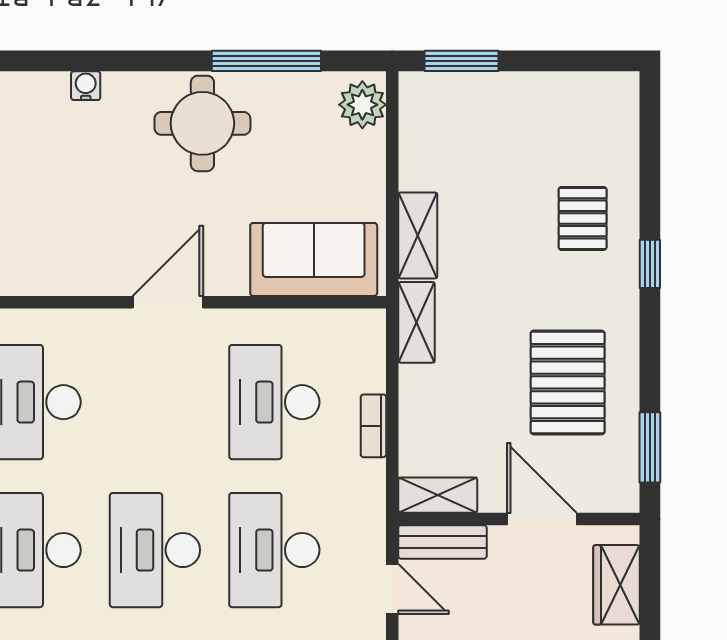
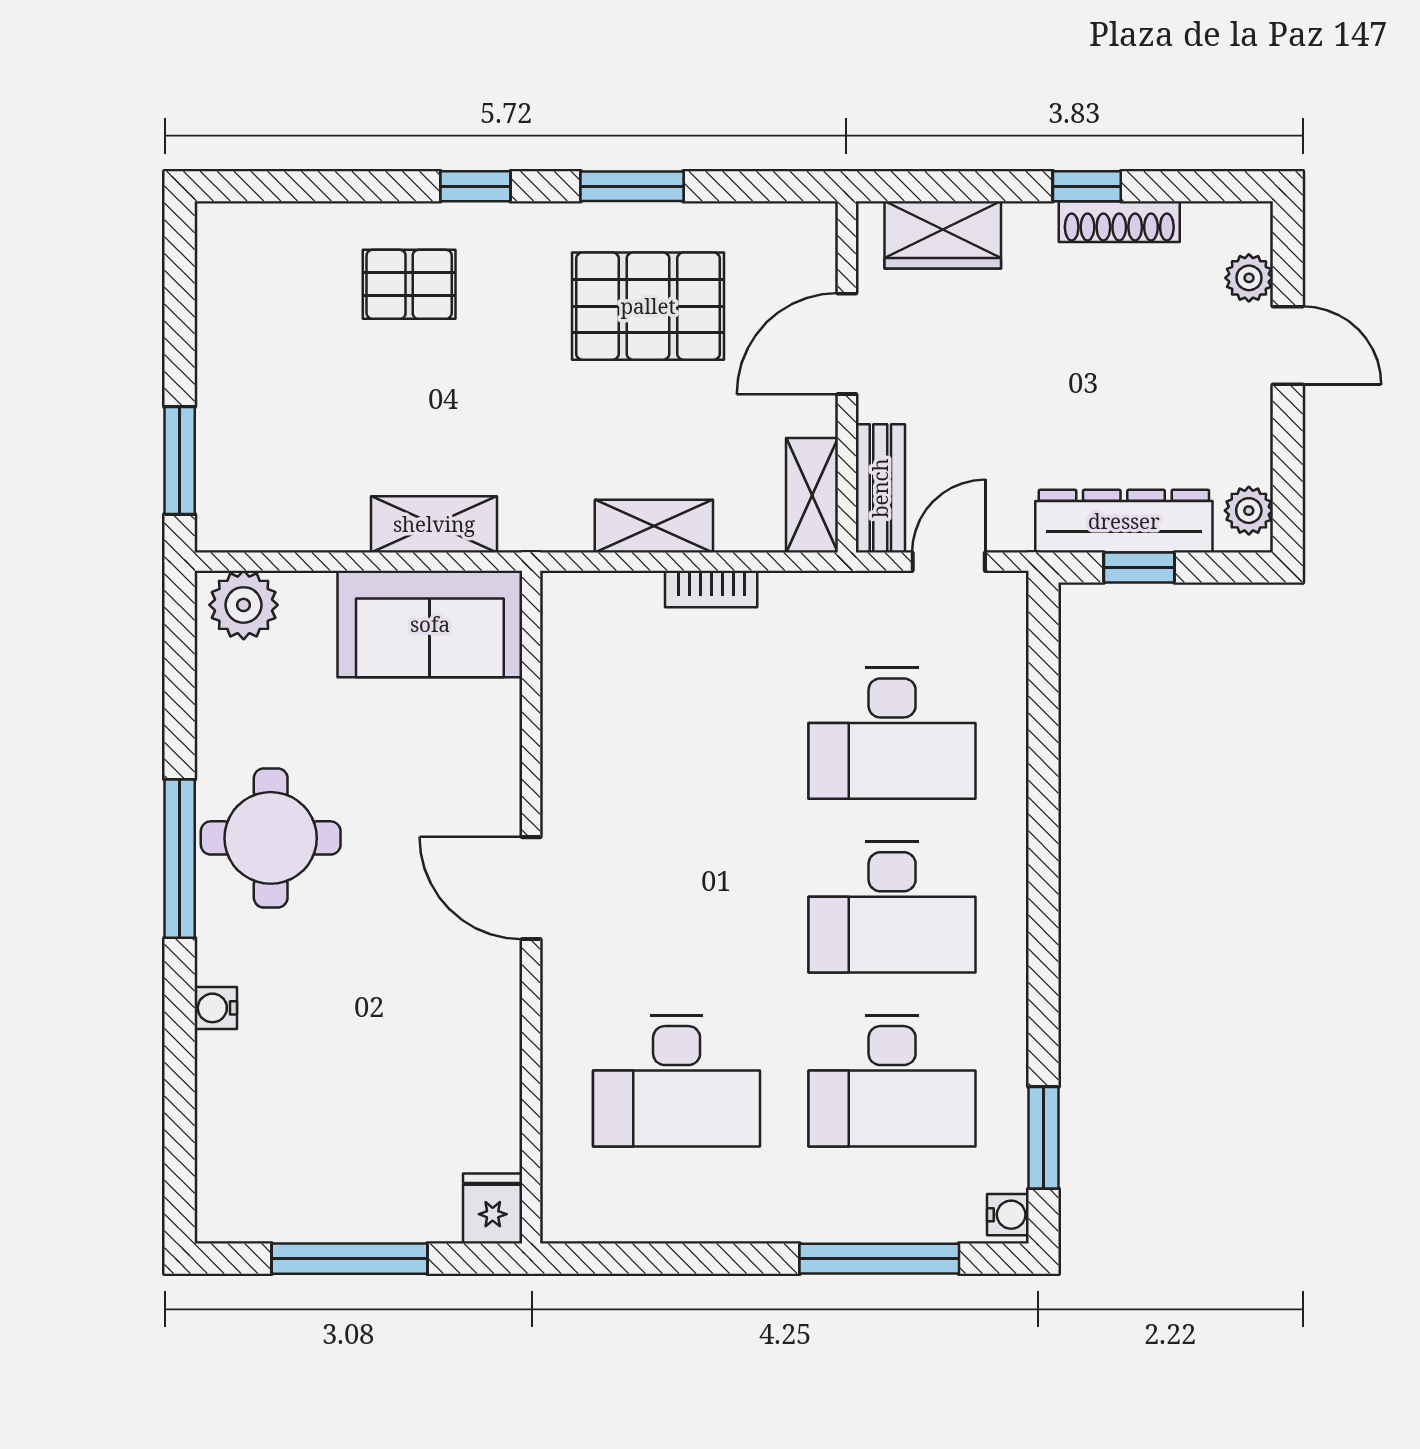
window: (266, 61) -> (180, 859), moved
sofa: (314, 259) -> (430, 624), moved, turned -90
shelving: (417, 322) -> (654, 526), moved
desk: (274, 402) -> (677, 733), removed
window: (650, 447) -> (632, 186), moved

